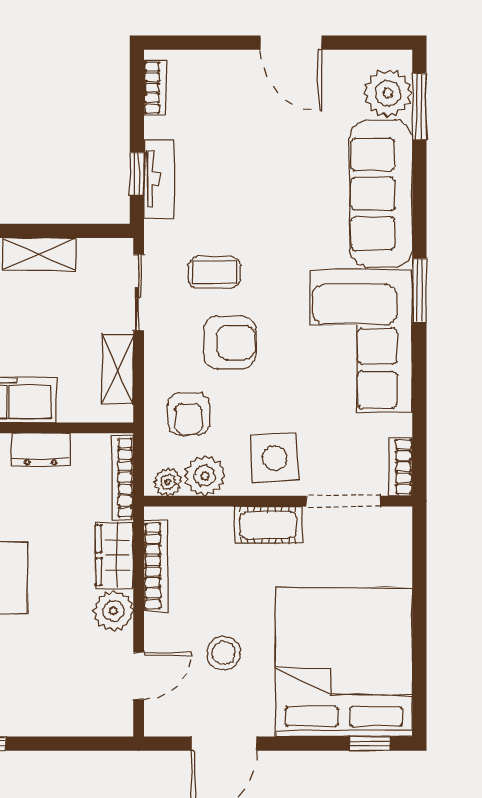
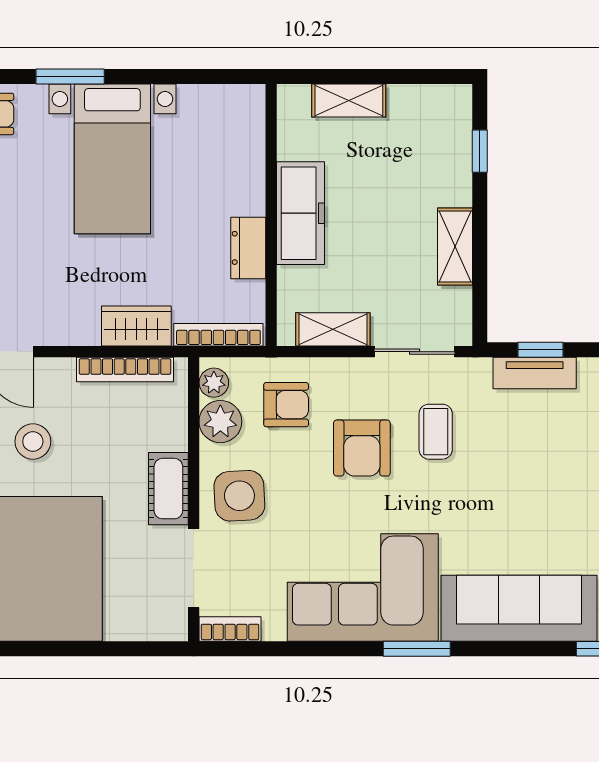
armchair: (189, 414) -> (286, 405), turned 180
plant: (113, 611) -> (78, 325), removed

